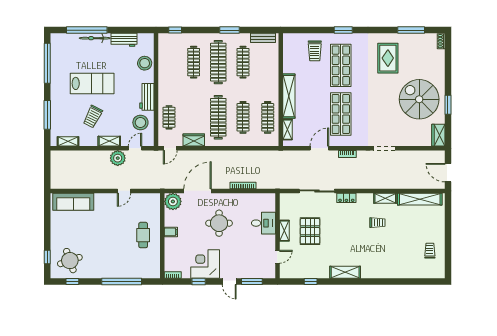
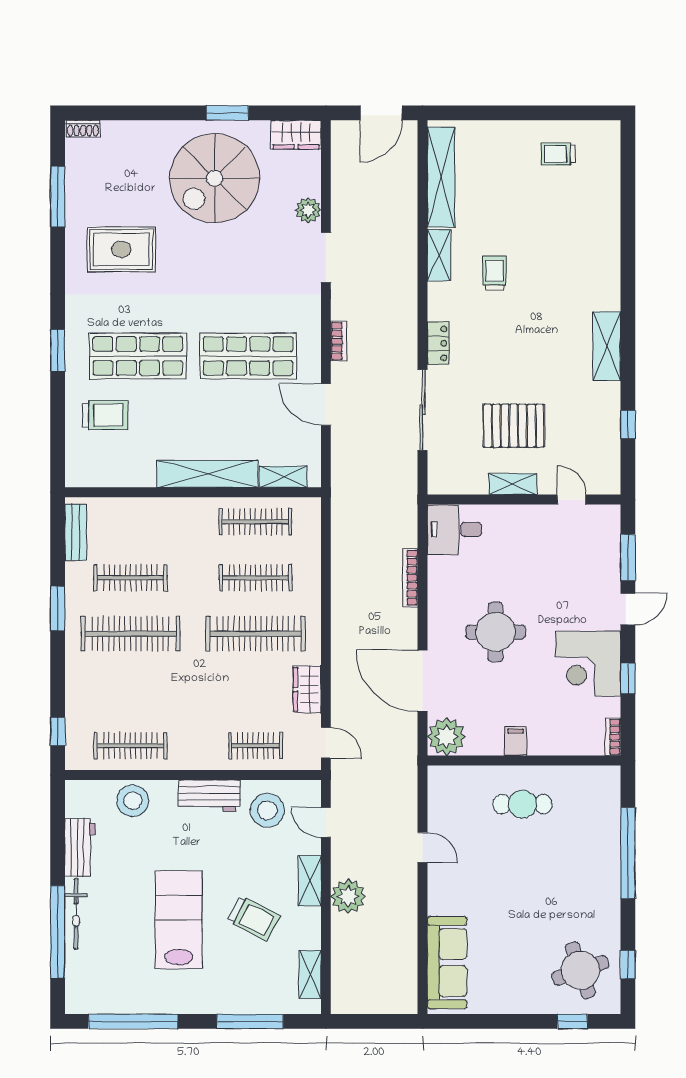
clothes rail: (194, 62) -> (130, 746), moved
plant: (405, 141) -> (308, 210), added
plant: (118, 158) -> (348, 896), moved
desk: (263, 223) -> (454, 529), moved, turned -90

